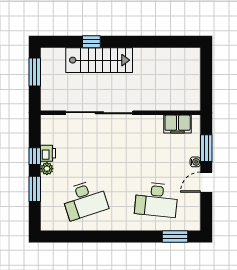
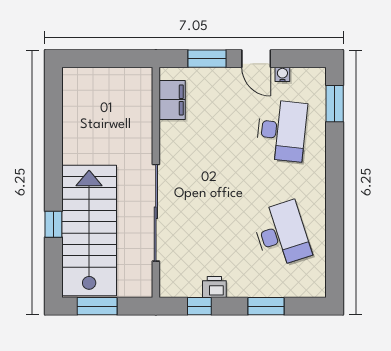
stairs: (99, 60) -> (89, 230), width x1.36, depth x1.51
window: (35, 156) -> (199, 306), moved
water cooler: (195, 162) -> (282, 74), moved
plant: (47, 169) -> (237, 289), removed

